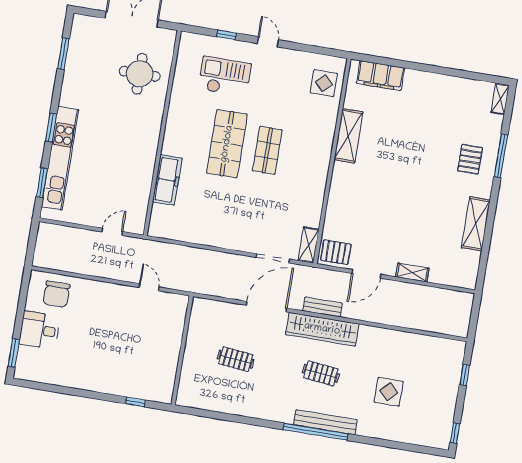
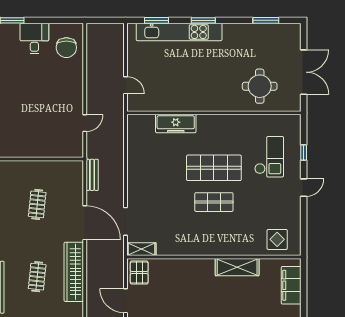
chair: (56, 294) -> (66, 48), turned -90
bench: (323, 307) -> (92, 175), moved

